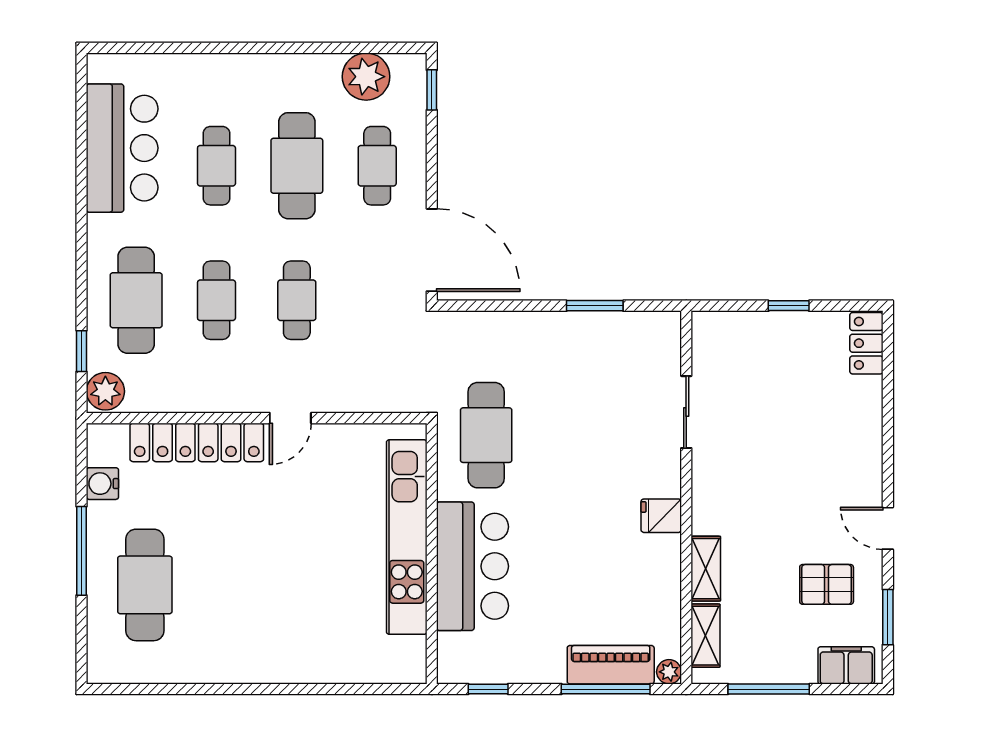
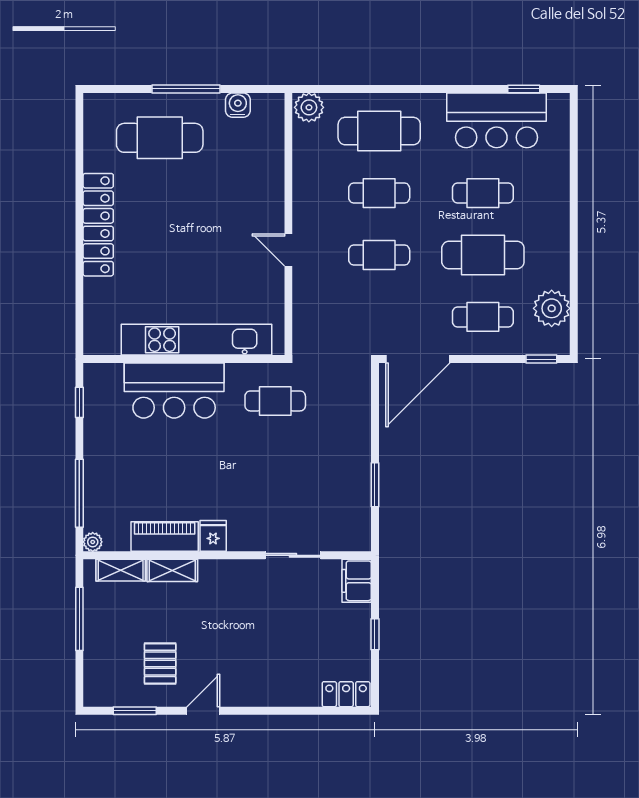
window: (82, 351) -> (524, 89), moved
cafe table: (486, 435) -> (275, 401), width x0.73, depth x0.74
locker: (197, 442) -> (98, 225), moved, turned 180
piano: (611, 665) -> (165, 537), moved, turned -90
filing cabinet: (846, 665) -> (357, 581), moved, turned 180

